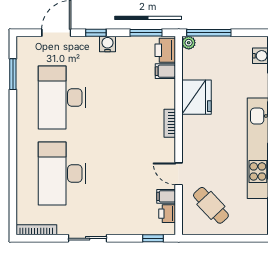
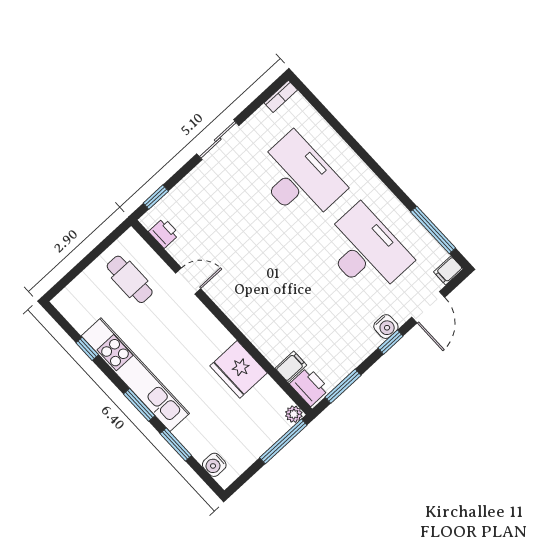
water cooler: (108, 44) -> (386, 327), moved
window: (13, 74) -> (433, 230), width x1.44
bookcase: (170, 123) -> (241, 321), removed
filing cabinet: (166, 196) -> (448, 270), moved, turned 180
cafe table: (211, 205) -> (130, 279), turned 43
bookcase: (36, 230) -> (281, 96), width x0.64

